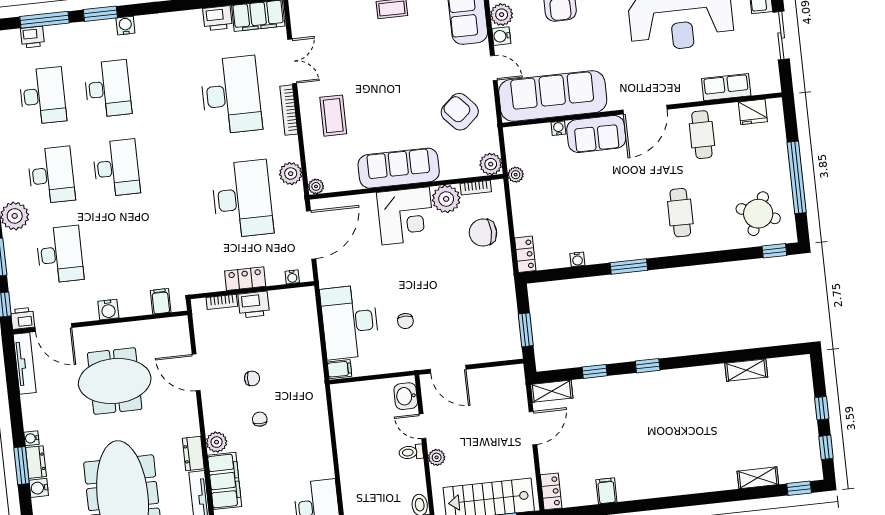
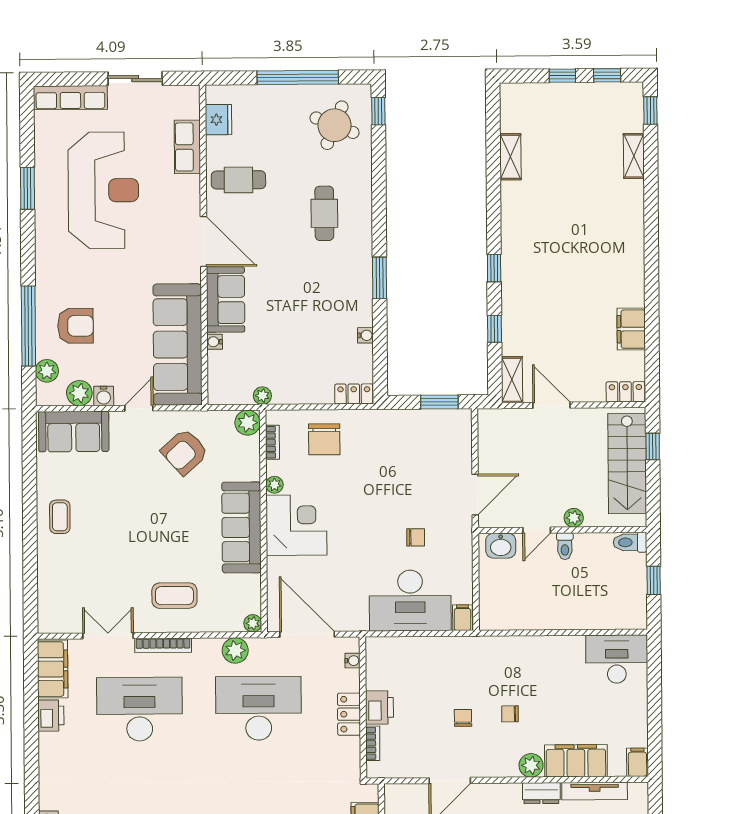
plant: (446, 199) -> (274, 485), width x0.53, depth x0.53
cafe table: (680, 213) -> (324, 213), turned 90
filing cabinet: (606, 491) -> (631, 329), width x2.00

